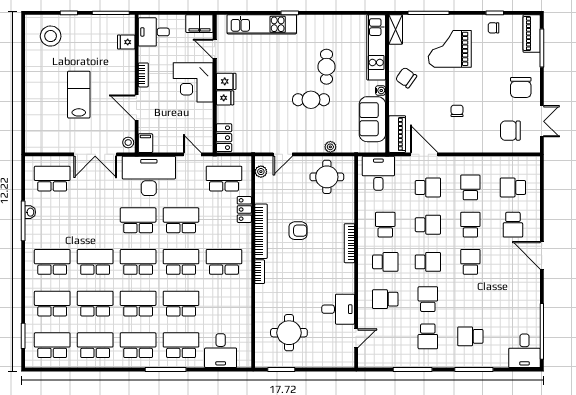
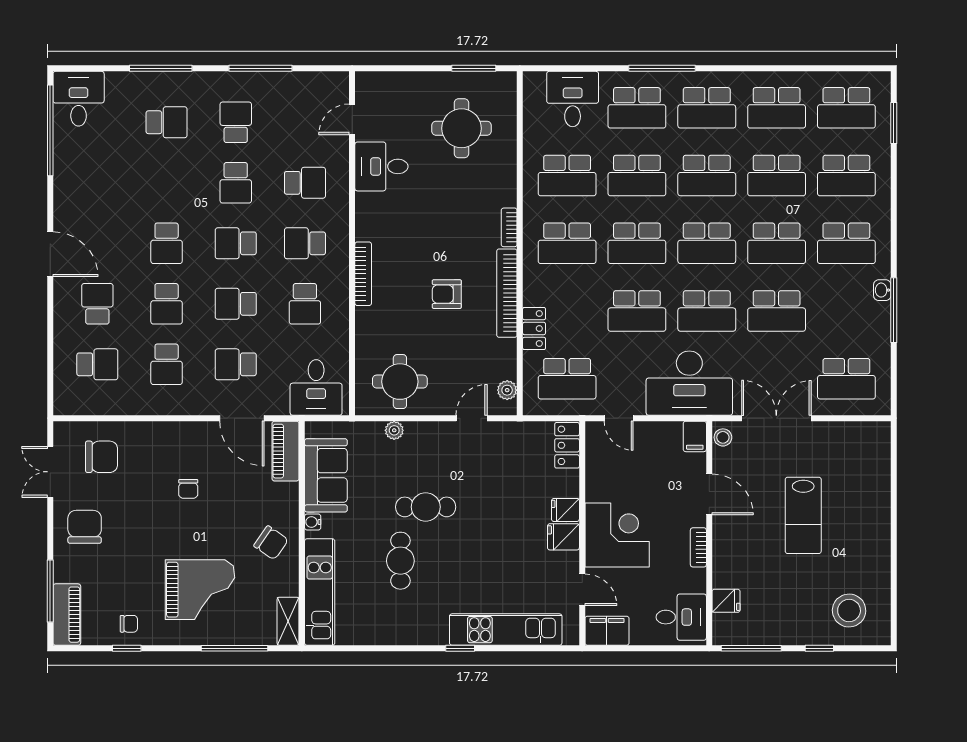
washbasin: (30, 212) -> (882, 290), moved
school desk: (95, 220) -> (777, 311), added
school desk: (224, 304) -> (567, 176), added

